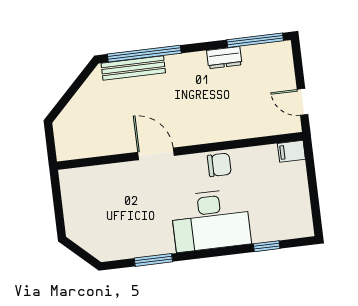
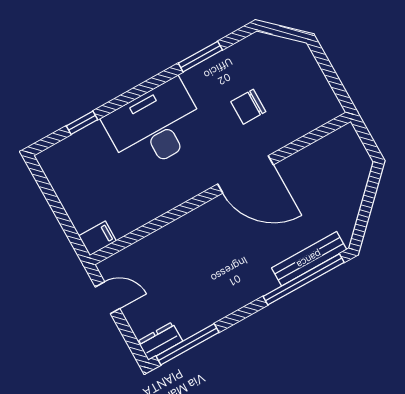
dresser: (224, 58) -> (160, 341), moved
door: (156, 154) -> (245, 174), width x1.36
chair: (219, 165) -> (248, 107), moved

